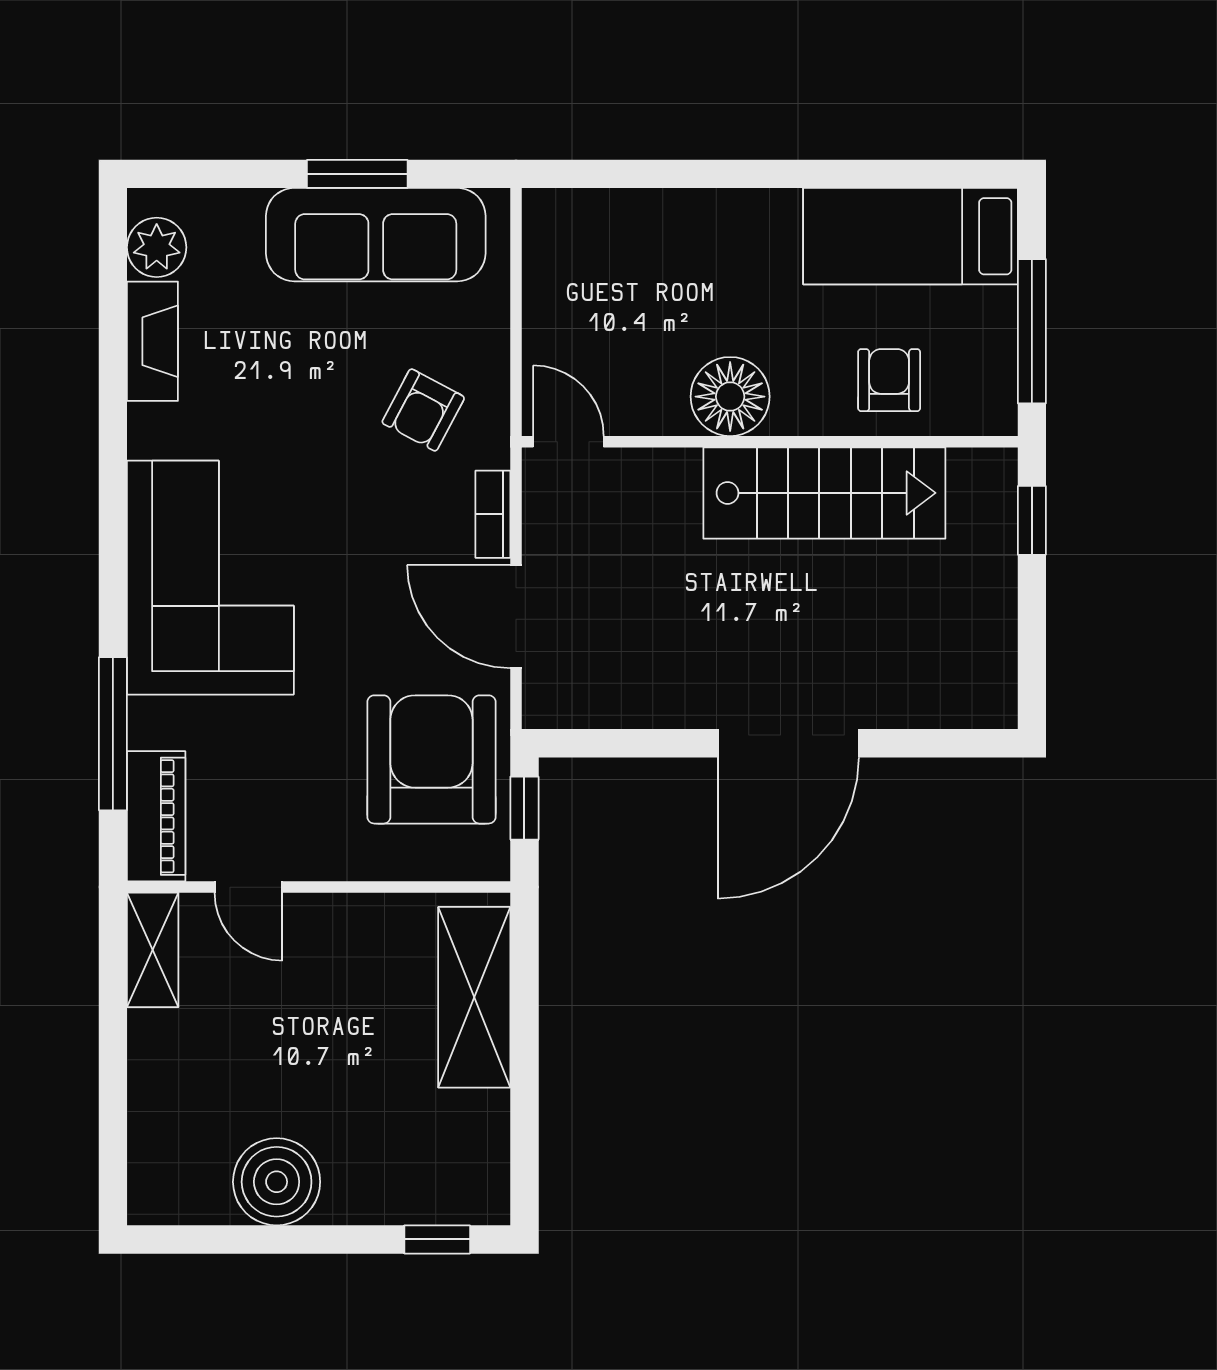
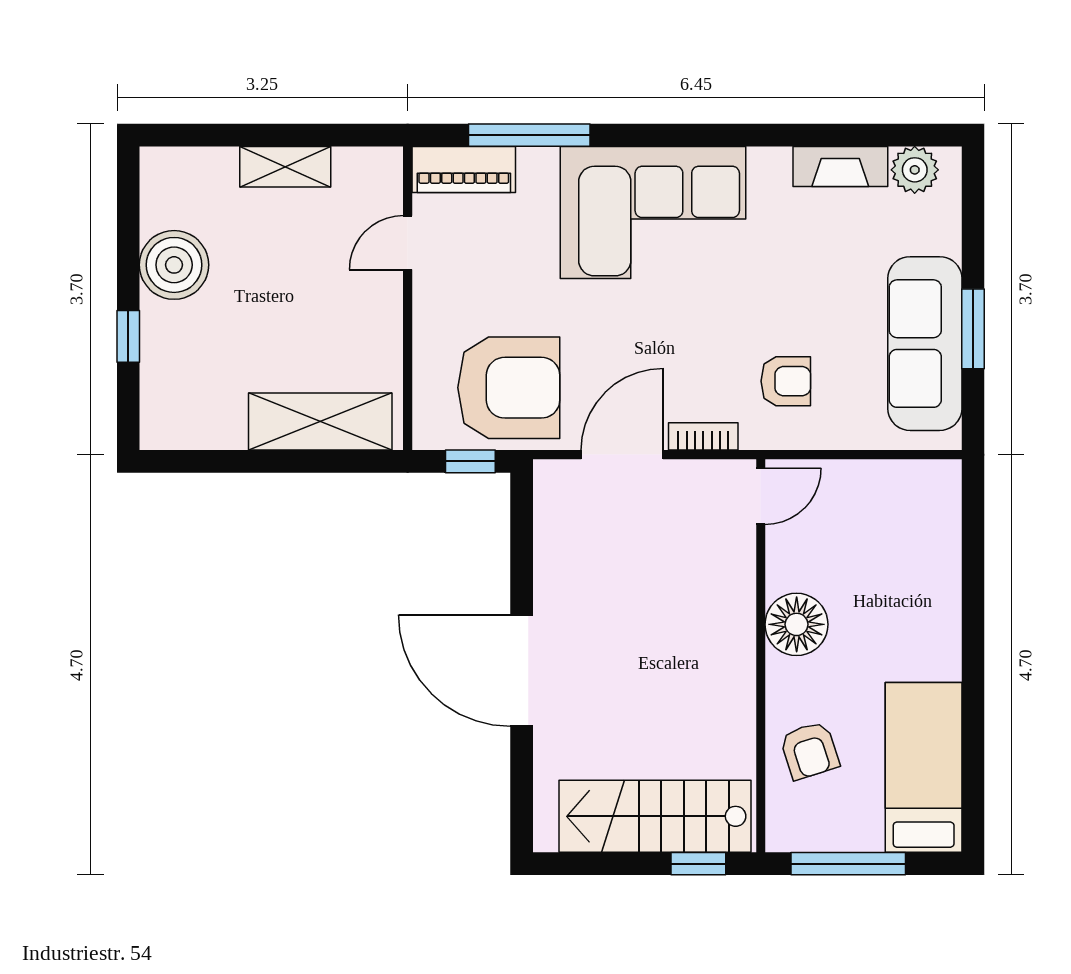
armchair: (889, 380) -> (810, 750), turned 72
armchair: (423, 410) -> (786, 381), turned 152
stairs: (824, 493) -> (655, 816), moved, turned 90
shelving: (153, 950) -> (285, 167), moved
window: (437, 1239) -> (128, 336), moved

